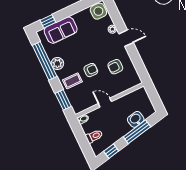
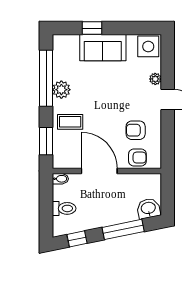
window: (48, 21) -> (92, 28), moved
sofa: (61, 30) -> (103, 48), moved
armchair: (91, 70) -> (137, 158), moved
door: (105, 103) -> (99, 171), width x1.88
washbasin: (136, 119) -> (148, 208), moved

